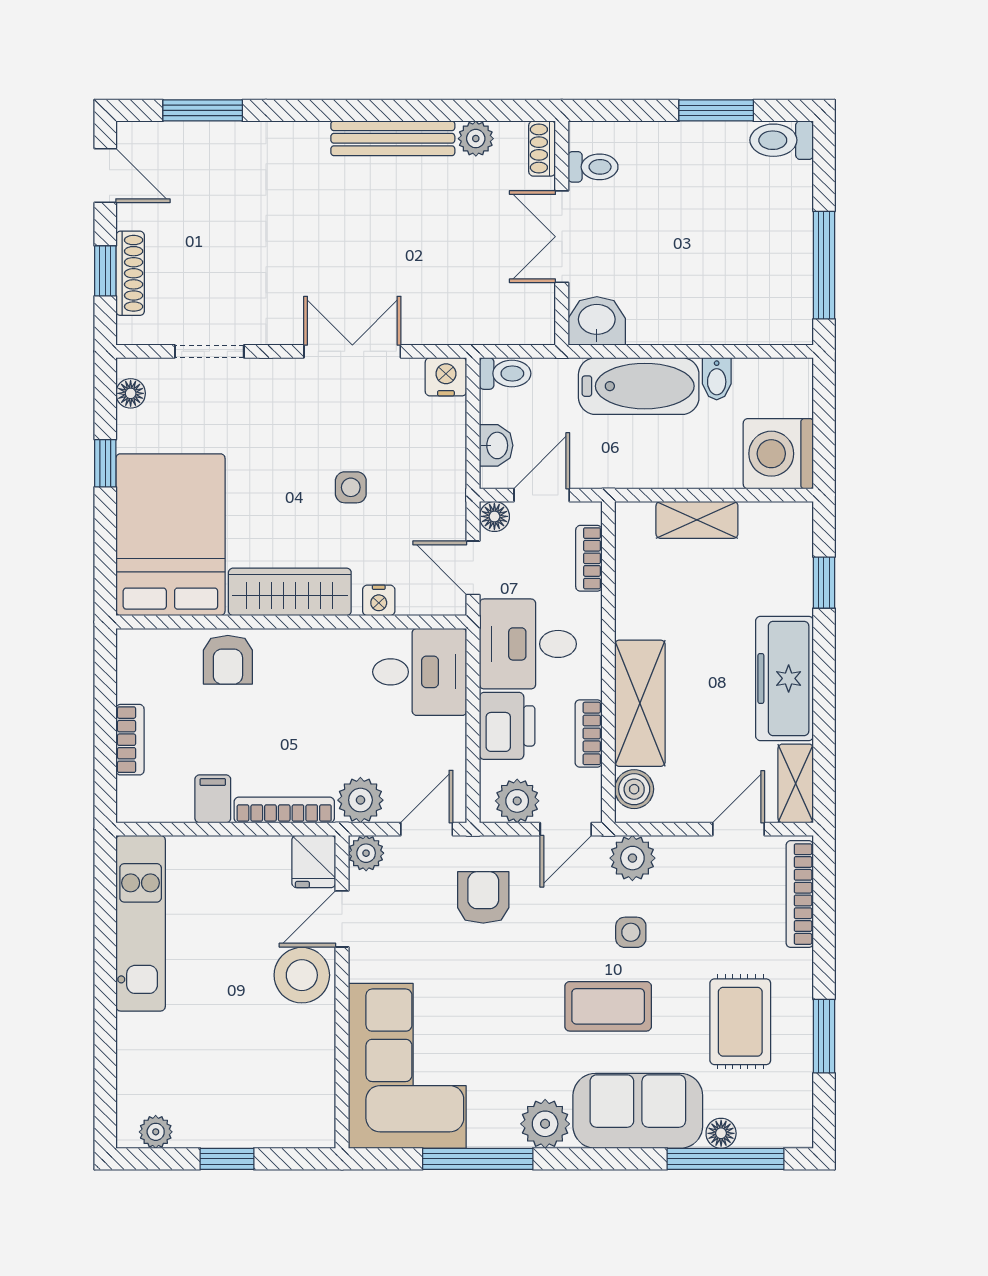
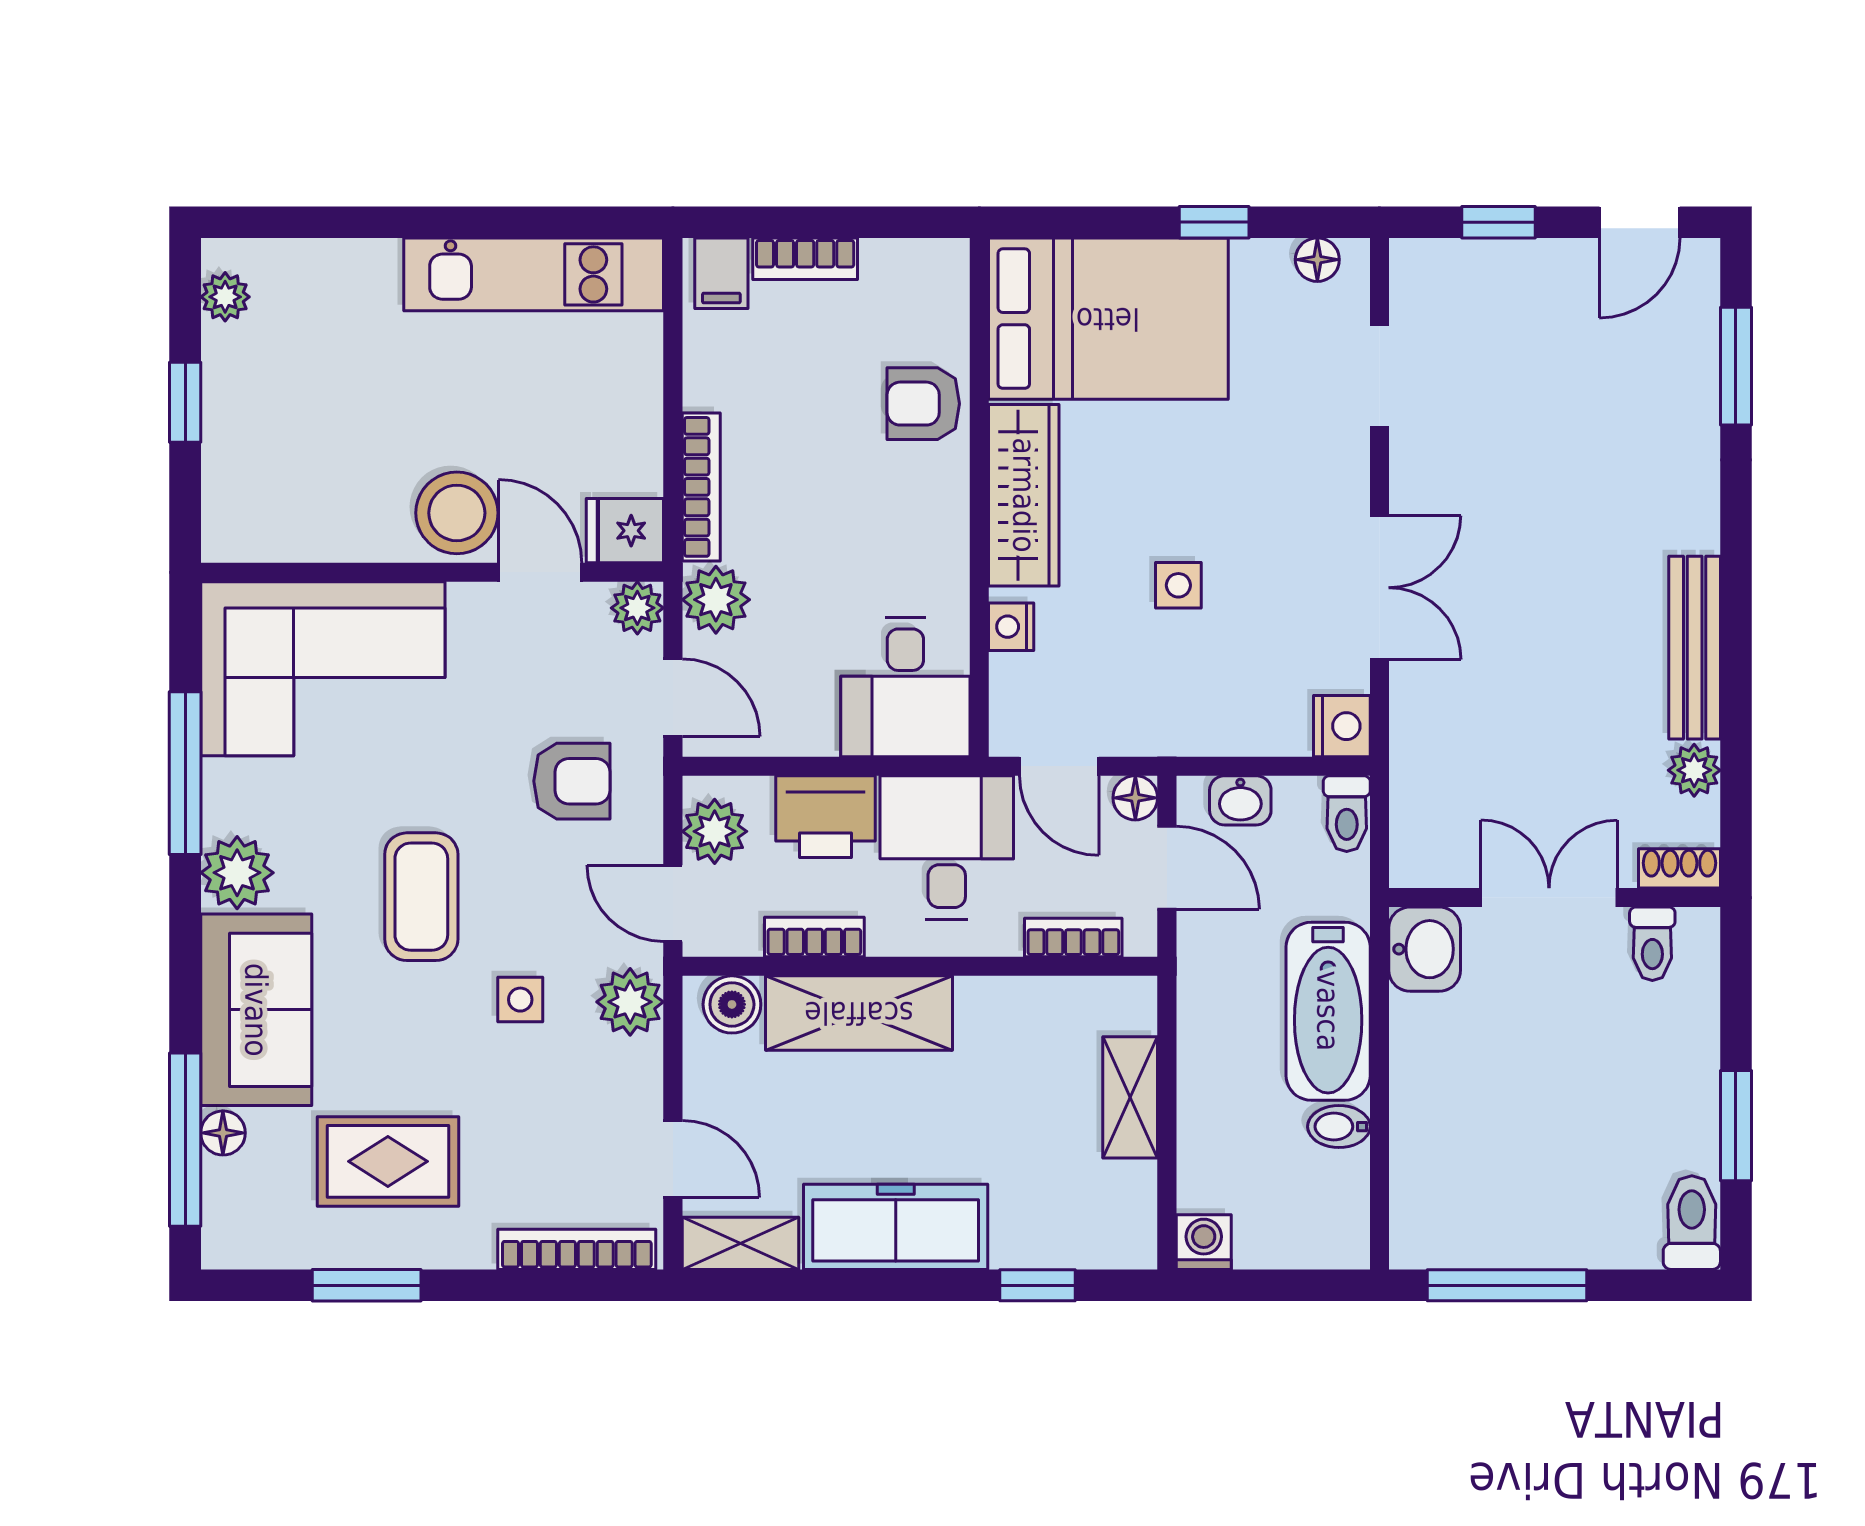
shoe rack: (130, 273) -> (1495, 259), removed
washing machine: (778, 454) -> (1204, 1242), width x0.53, depth x0.53
door: (473, 568) -> (1059, 766), swing flipped
filing cabinet: (213, 799) -> (721, 273), moved, turned 90
coffee table: (608, 1006) -> (421, 897), moved

